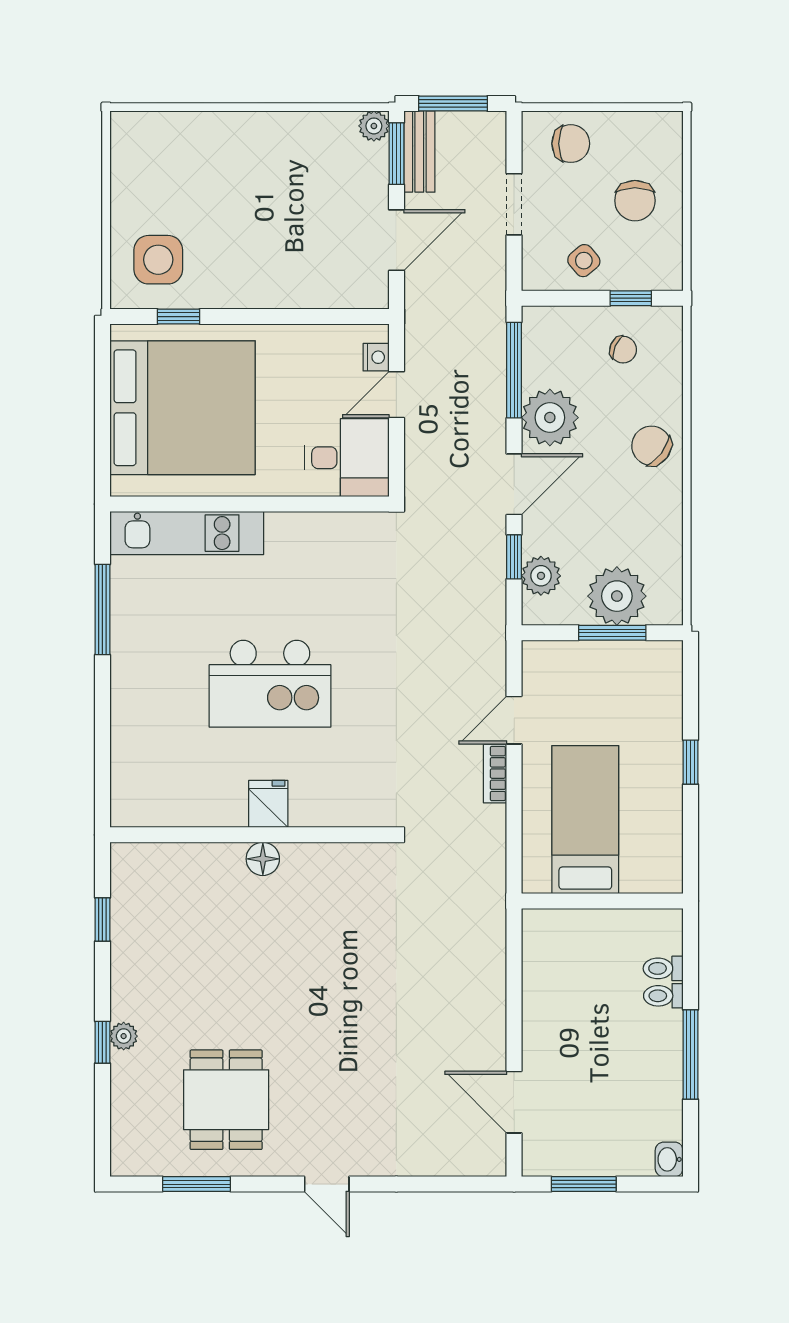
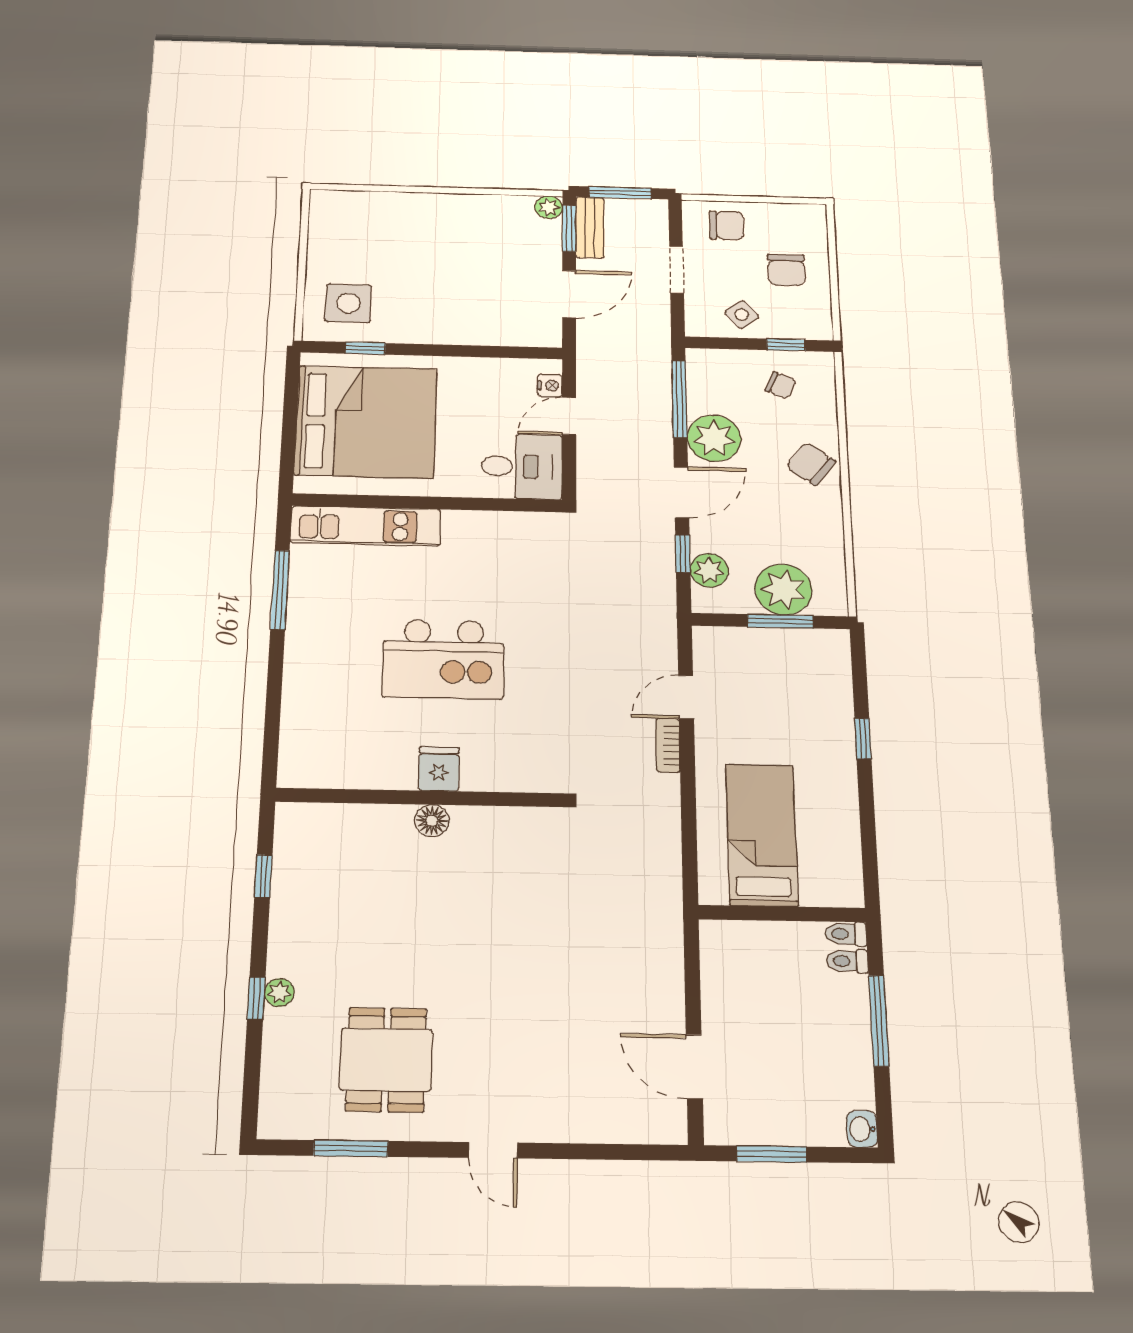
bed: (585, 820) -> (762, 835), moved
wall: (602, 901) -> (782, 914), moved

